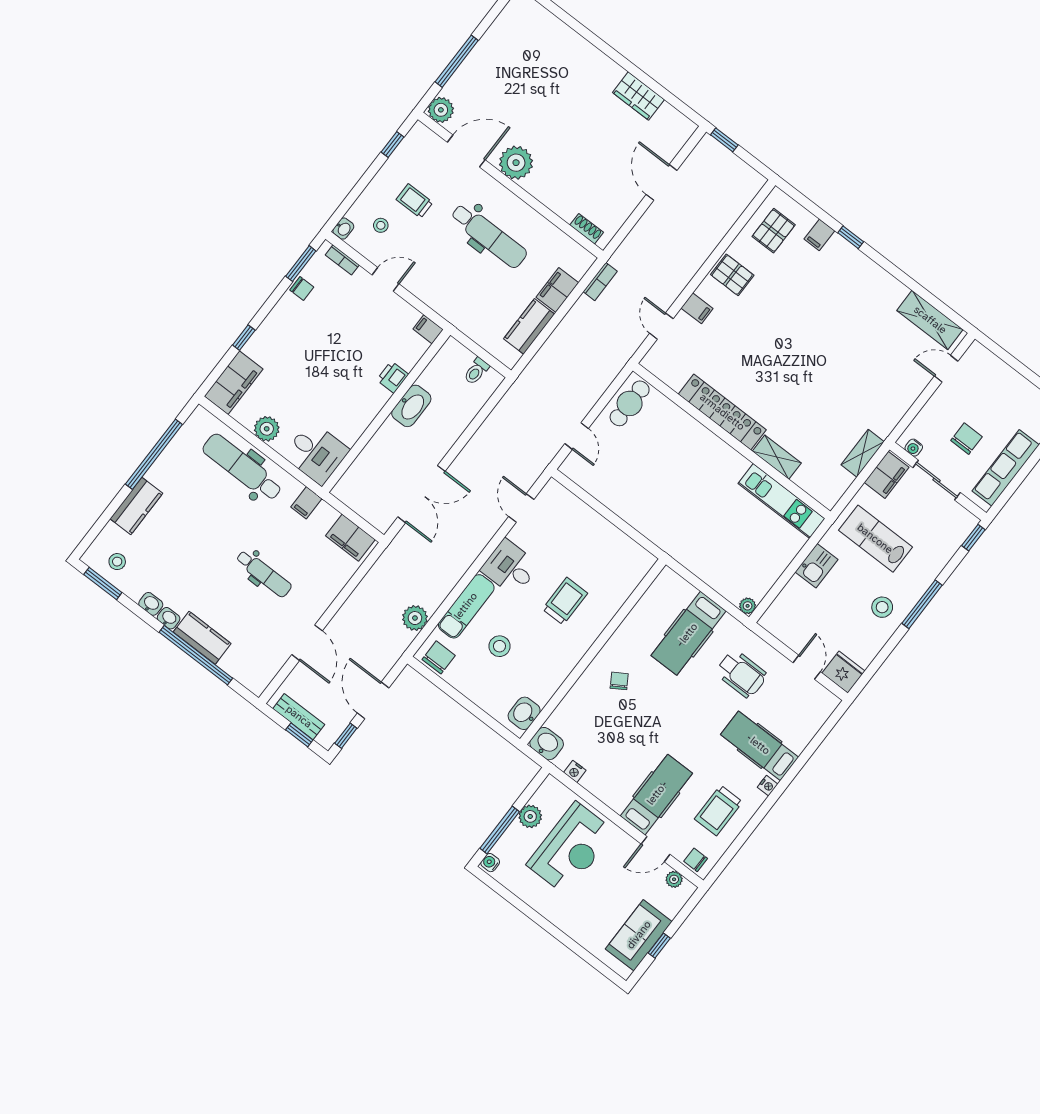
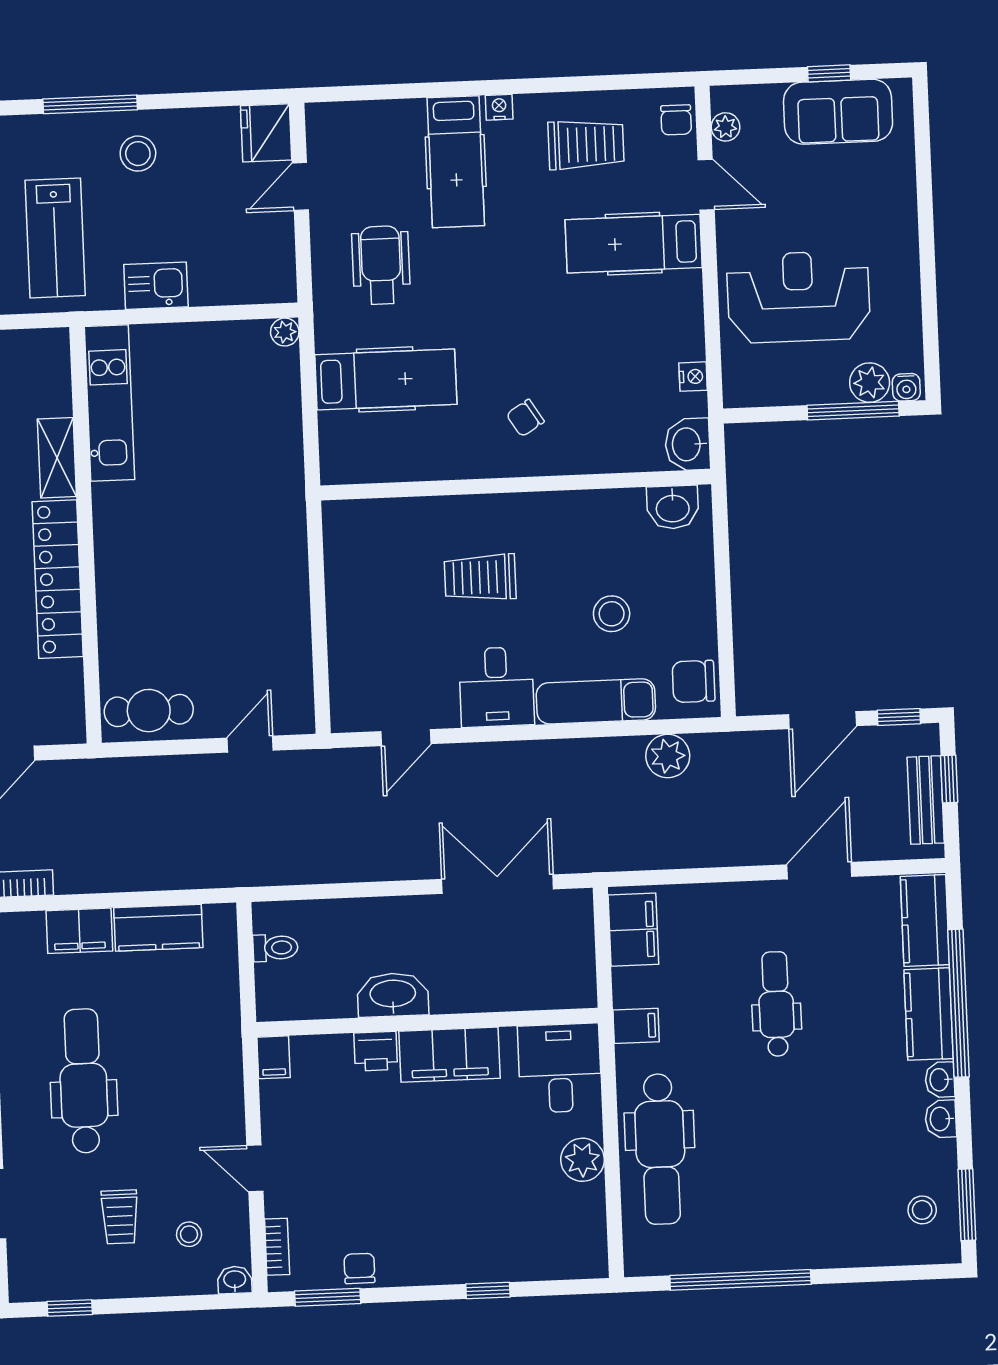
filing cabinet: (234, 383) -> (450, 1055), moved, turned 180
kitchen counter: (136, 506) -> (925, 920), moved, turned -90
plant: (530, 816) -> (870, 383), moved

